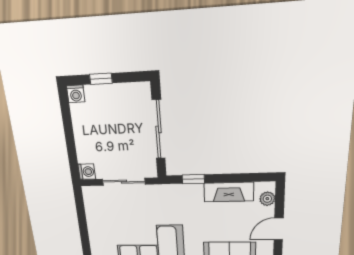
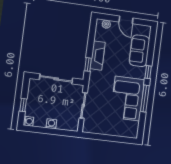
washing machine: (87, 172) -> (51, 124), moved
fireplace: (229, 192) -> (98, 56), moved

